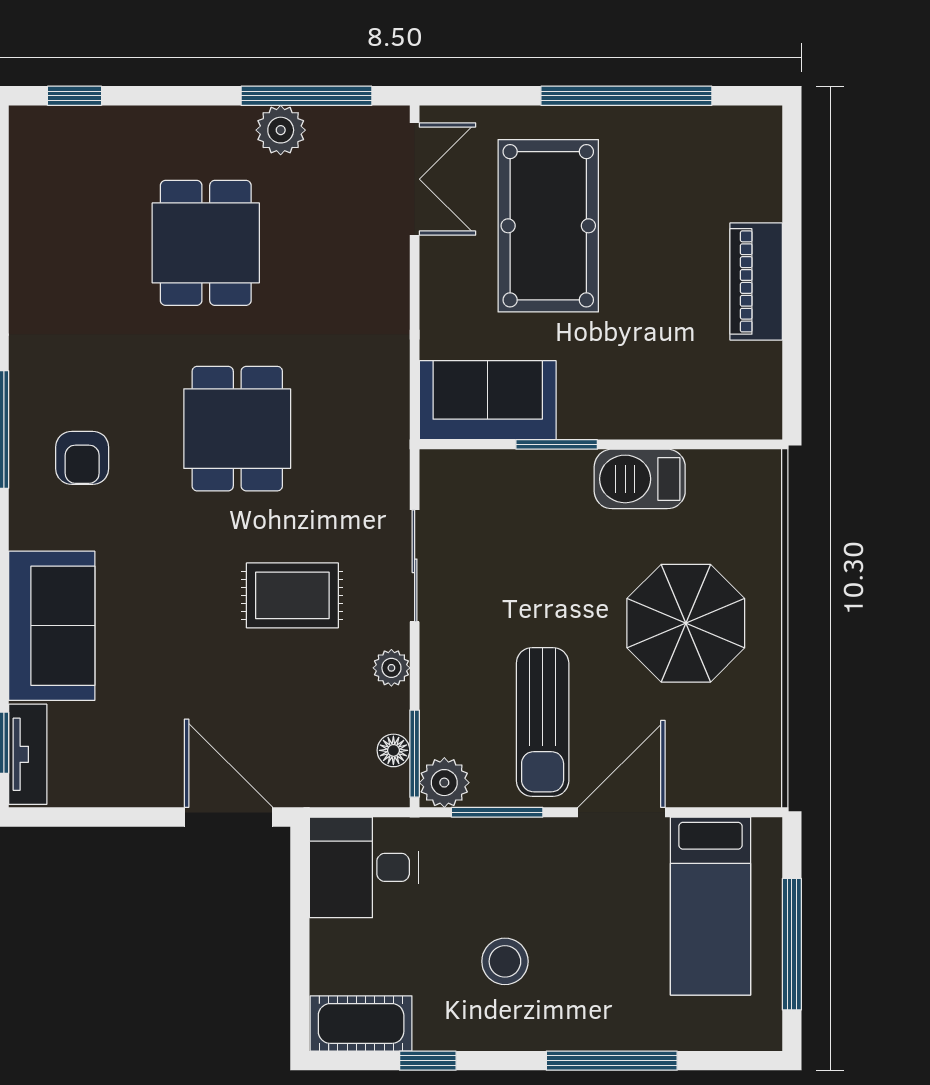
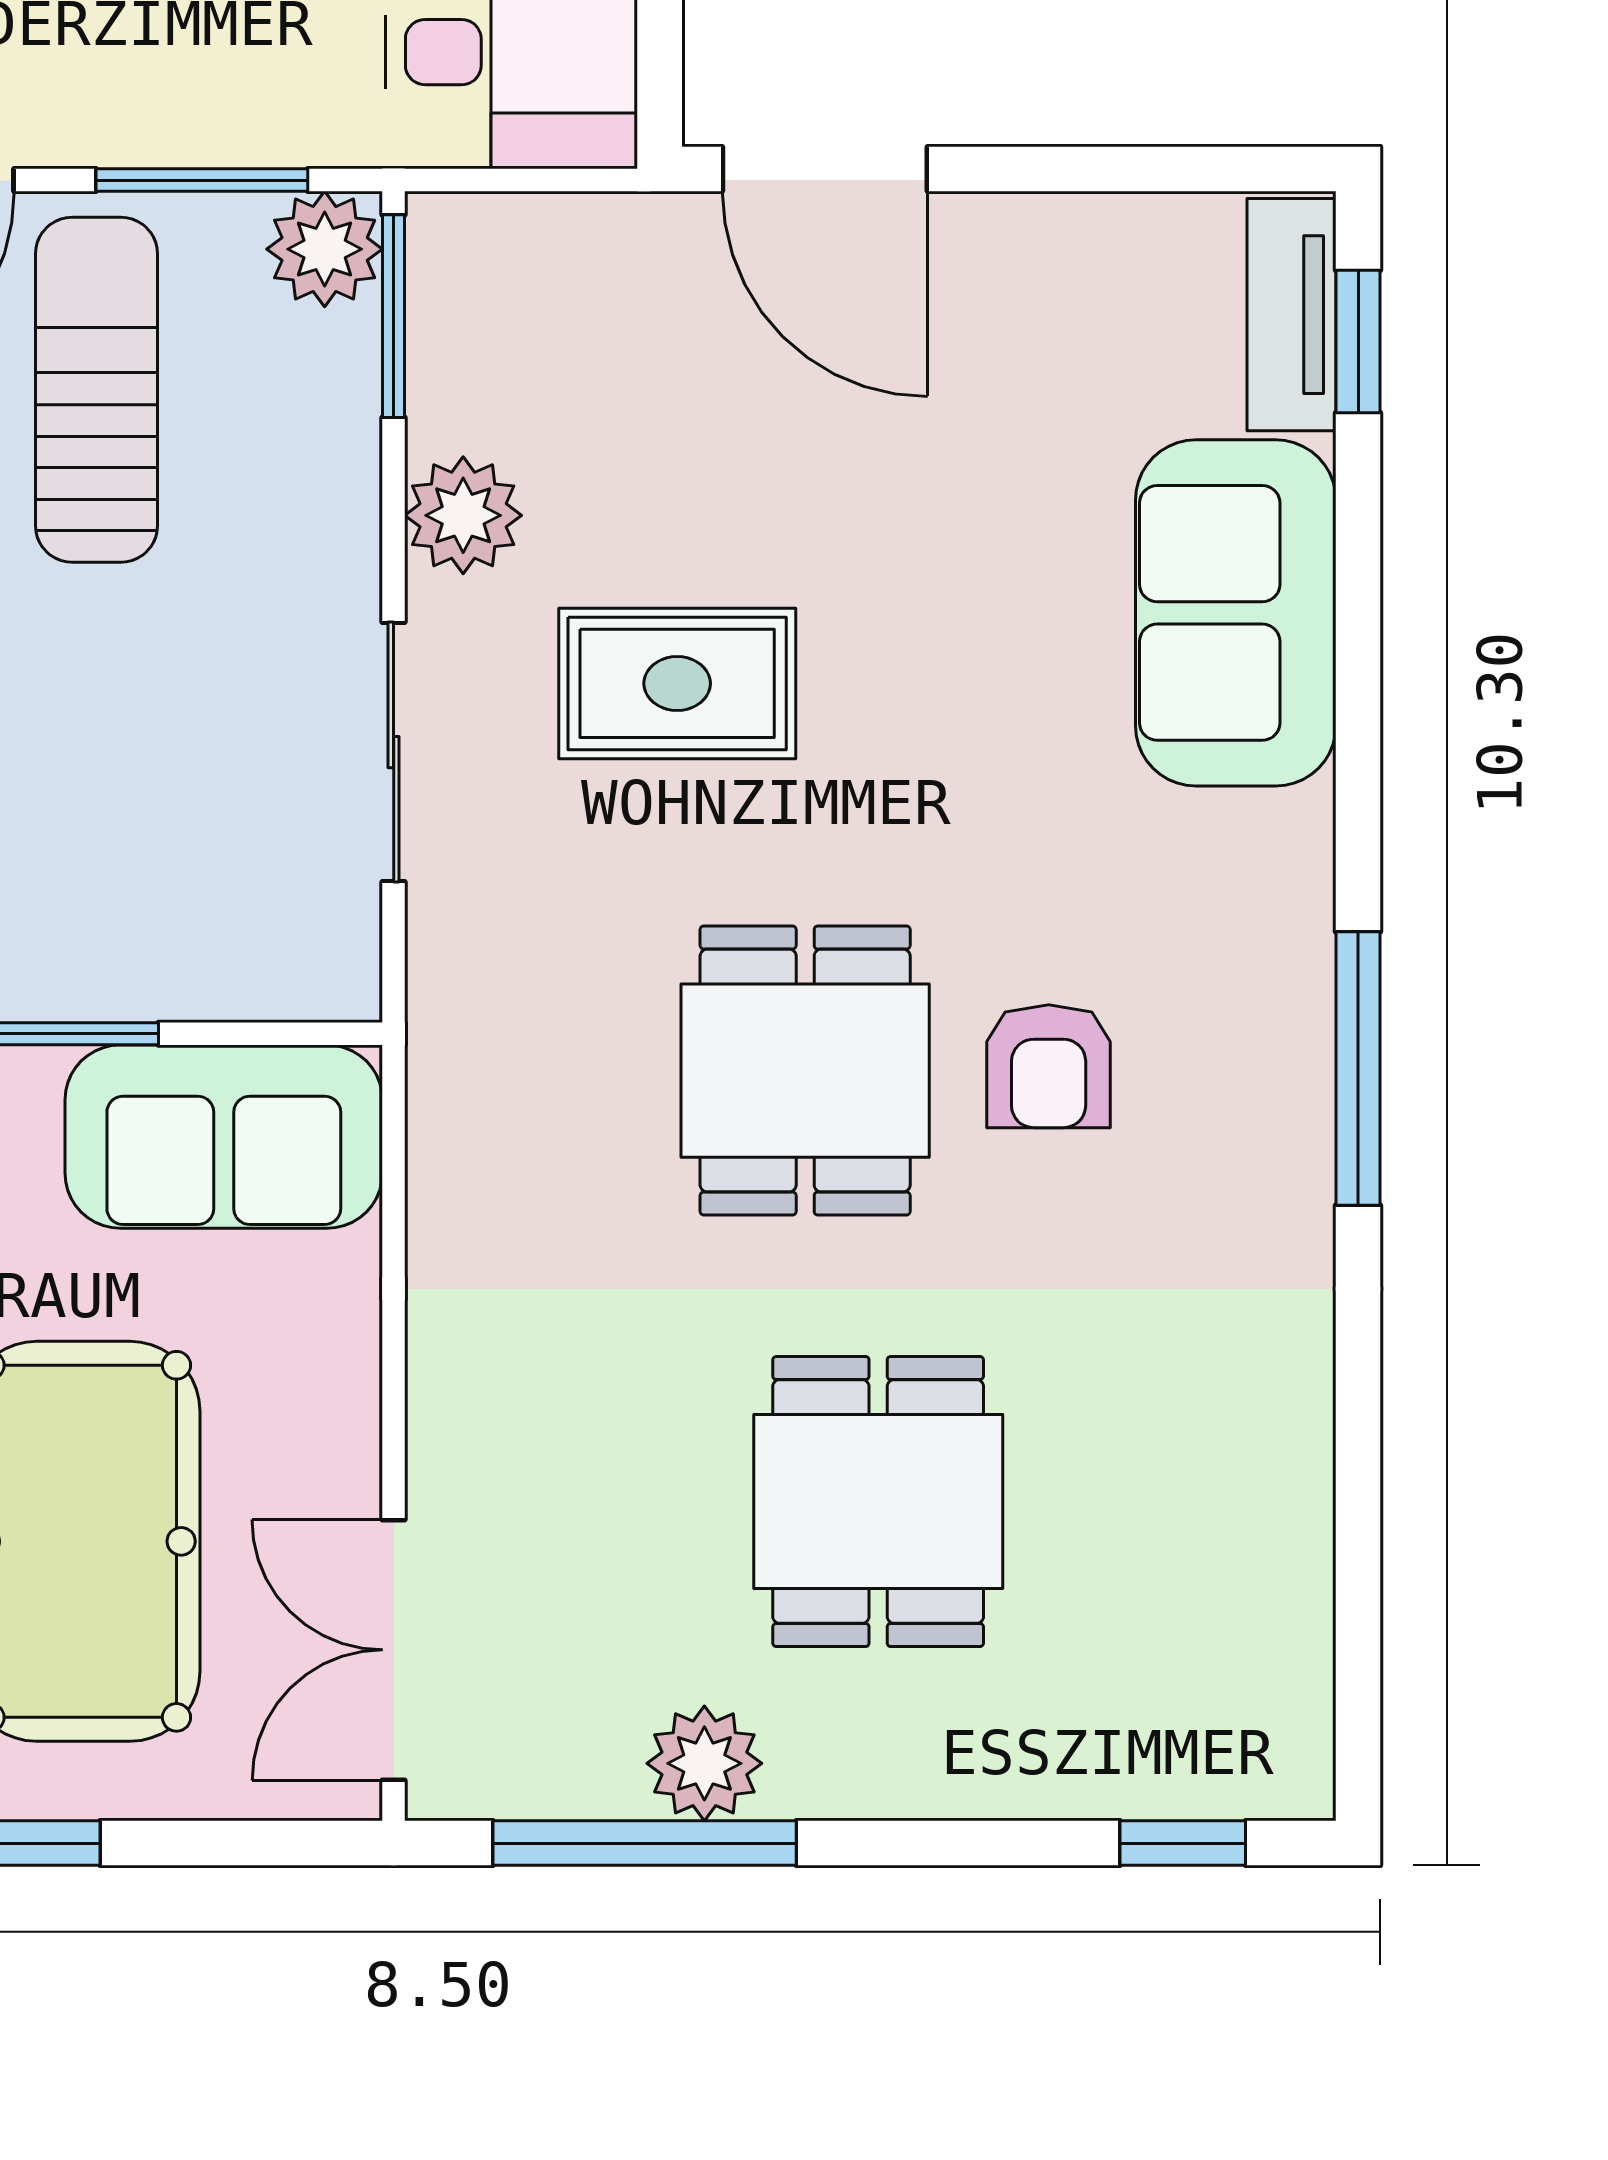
armchair: (82, 458) -> (1049, 1066), moved, turned 180
plant: (391, 668) -> (463, 515), width x1.38, depth x1.38
floor lamp: (393, 750) -> (442, 324), removed

